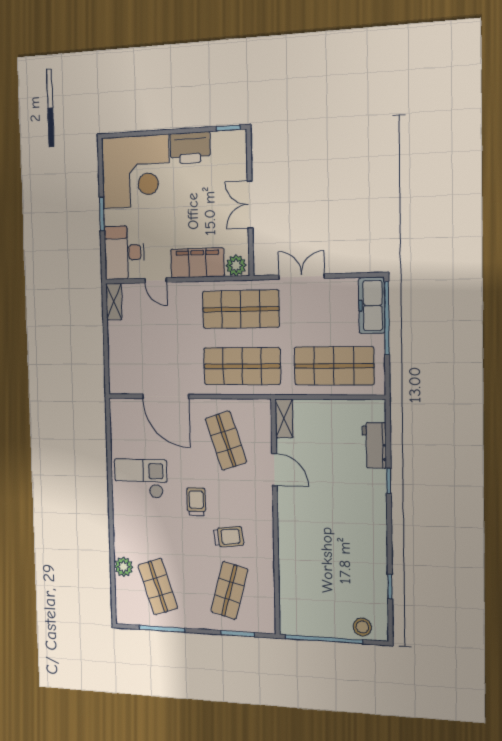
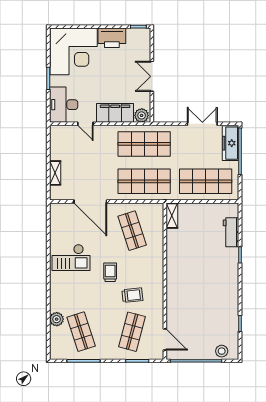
double door: (302, 277) -> (202, 124), moved
shelving: (114, 302) -> (55, 173), moved
door: (274, 470) -> (165, 340), moved
checkout: (141, 479) -> (71, 258), turned 180

